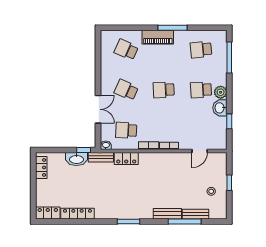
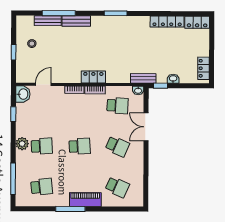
washbasin: (220, 108) -> (23, 94), moved
locker: (126, 158) -> (93, 77), moved
washbasin: (76, 159) -> (173, 79), width x0.52, depth x0.69

